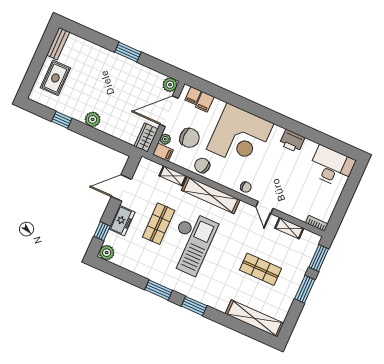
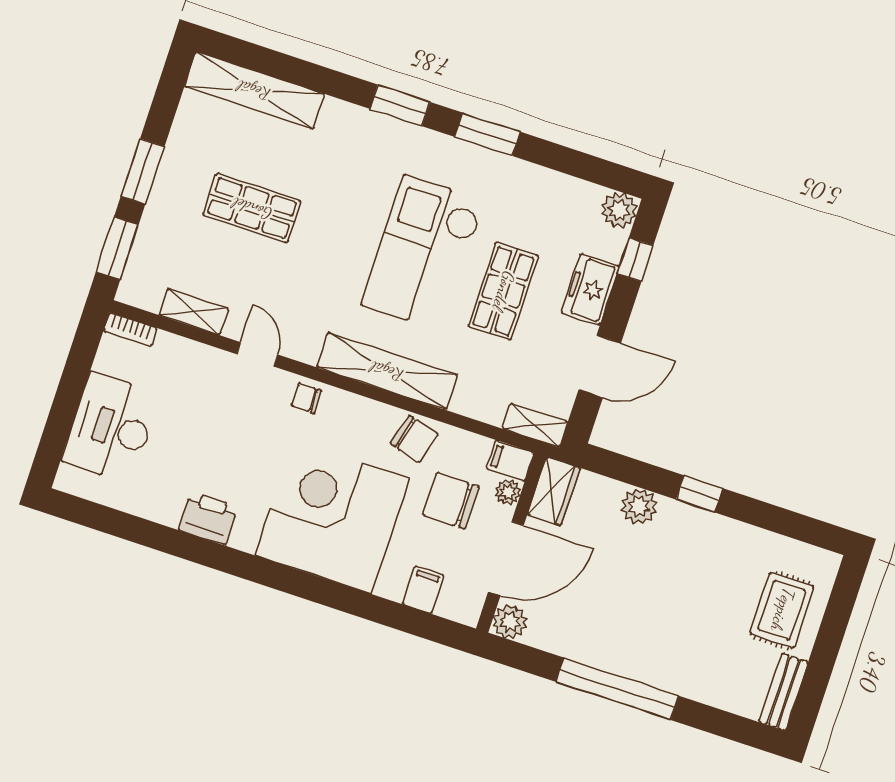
window: (128, 52) -> (617, 689), width x2.11
filing cabinet: (193, 95) -> (452, 602), removed
plant: (93, 119) -> (639, 506), moved
window: (62, 120) -> (699, 494), moved
desk: (332, 166) -> (111, 428), moved, turned 90
shelving: (173, 176) -> (535, 425), moved

